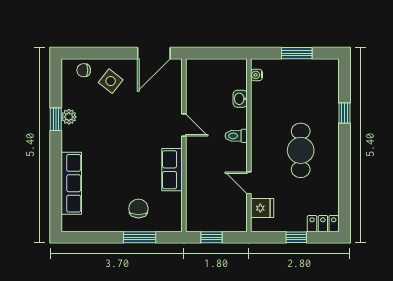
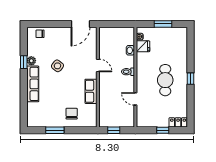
side table: (111, 81) -> (57, 66), moved
window: (345, 113) -> (191, 79), moved
row of seats: (71, 183) -> (33, 84), moved
fridge: (262, 208) -> (143, 46), moved
window: (140, 237) -> (55, 130), moved

